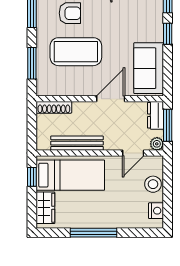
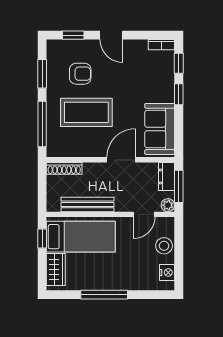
window: (32, 63) -> (42, 124), width x1.44

